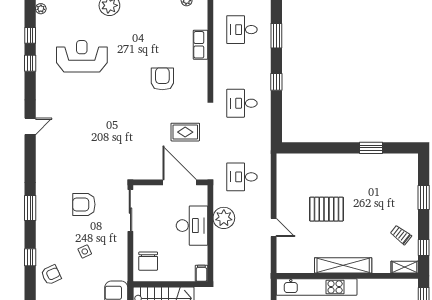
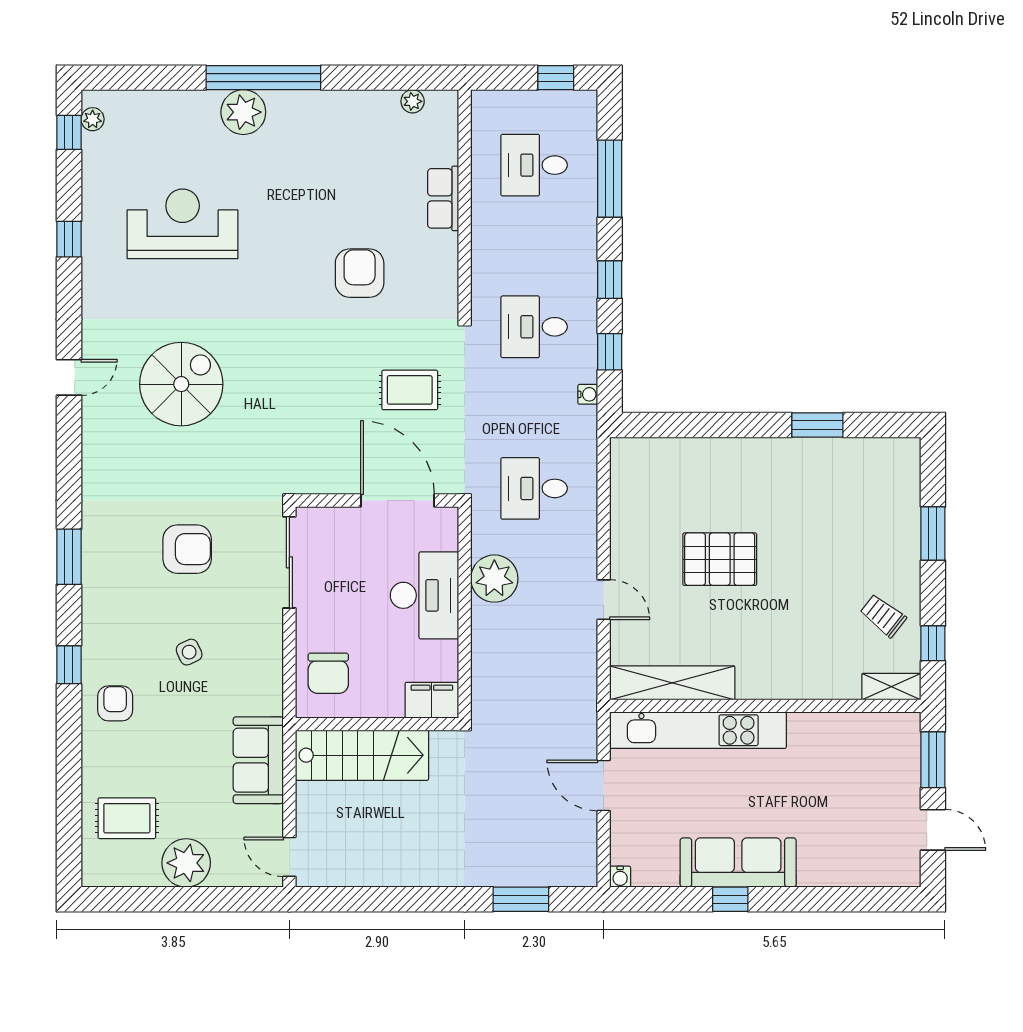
window: (30, 35) -> (69, 132), moved
window: (276, 36) -> (610, 179), width x1.44
window: (276, 115) -> (610, 352), added
spiral stairs: (81, 129) -> (181, 384), added
water cooler: (266, 134) -> (588, 394), added
armchair: (84, 204) -> (187, 549), turned 180
shelving: (343, 265) -> (672, 683), moved
filing cabinet: (201, 273) -> (432, 700), width x2.00
armchair: (51, 275) -> (115, 703), turned -65

